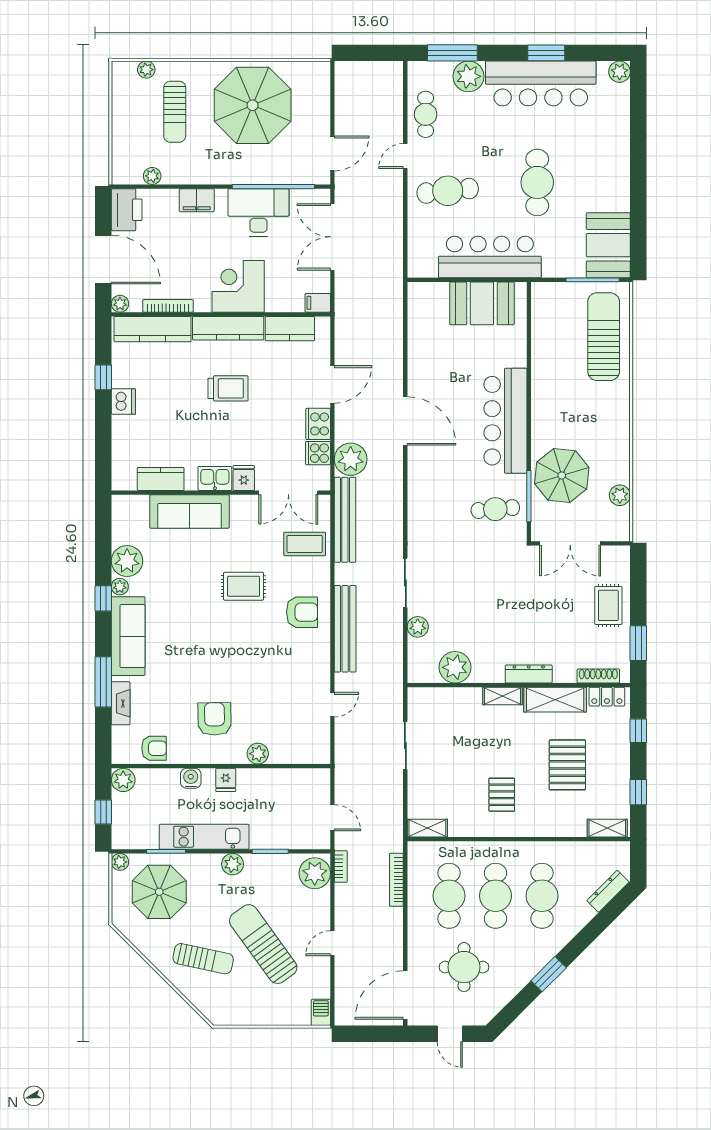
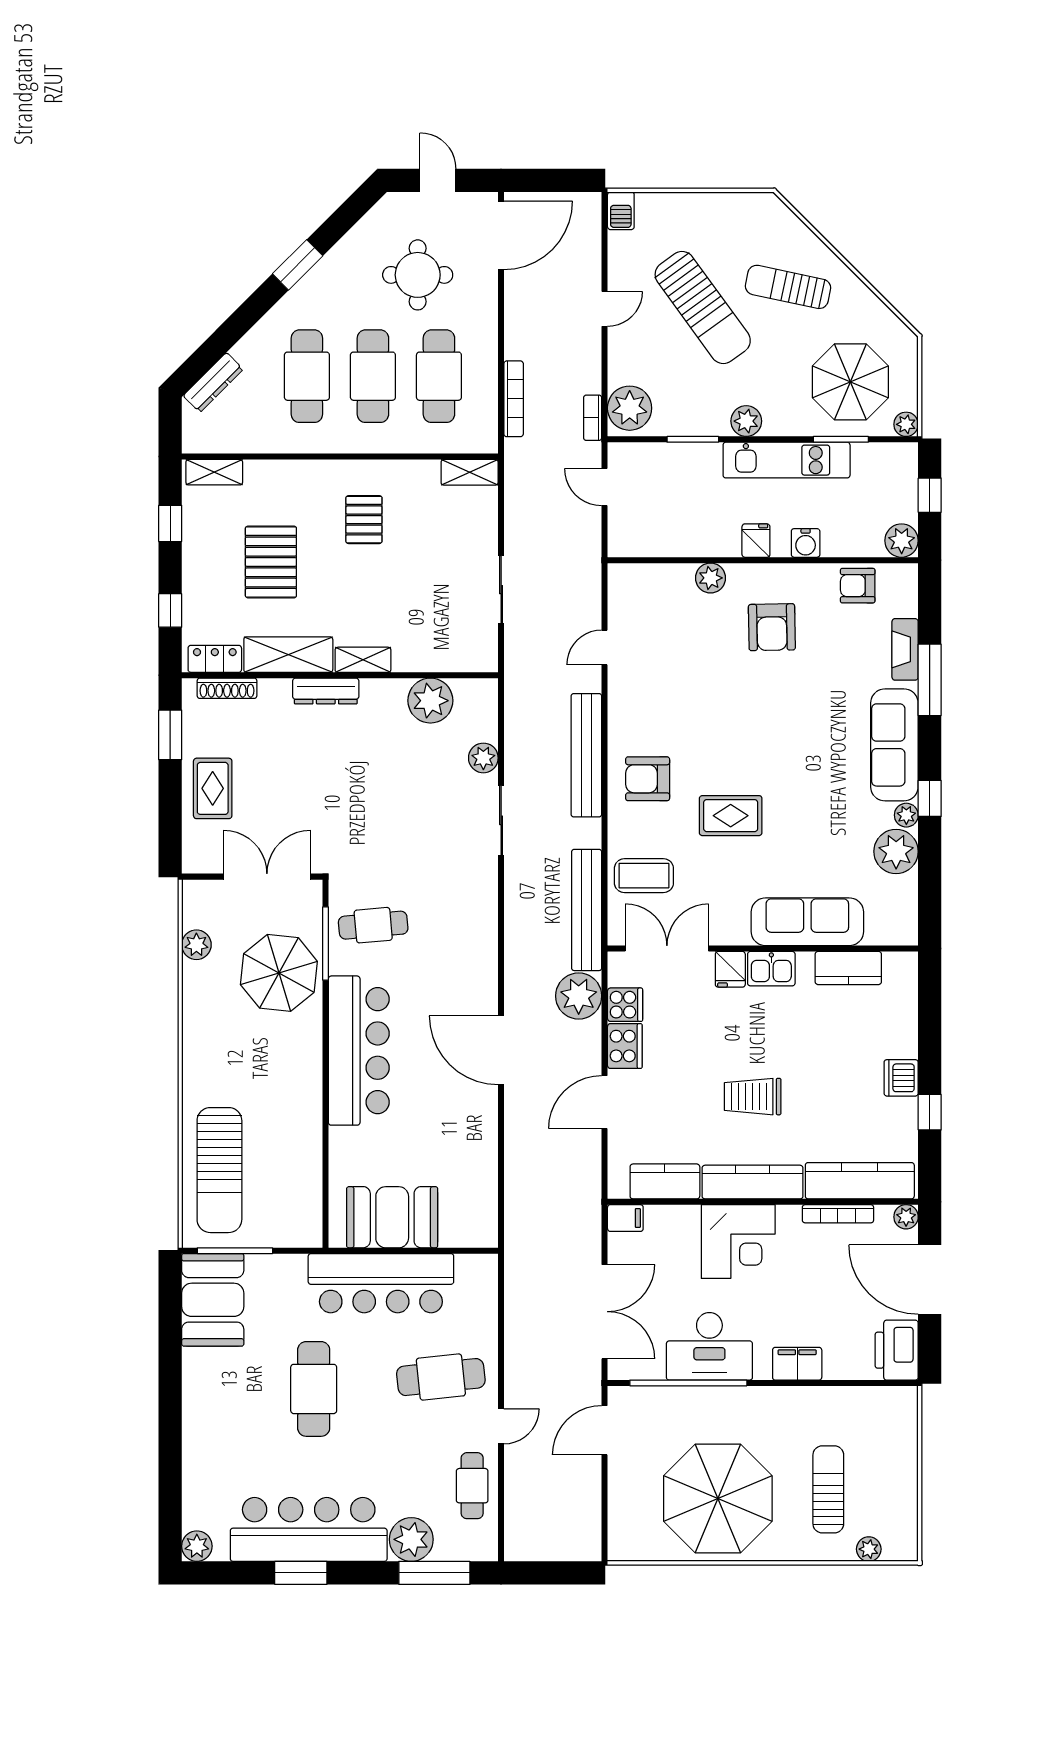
plant: (152, 176) -> (860, 1398), removed

